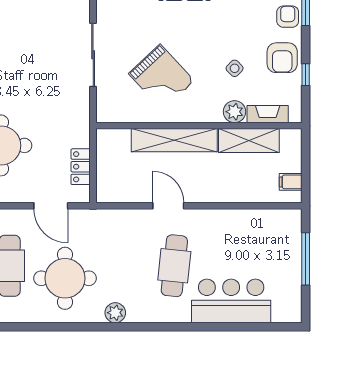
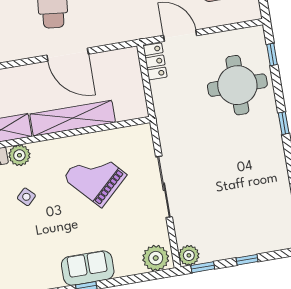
locker: (81, 167) -> (155, 61), moved
door: (168, 206) -> (68, 55), width x1.36

